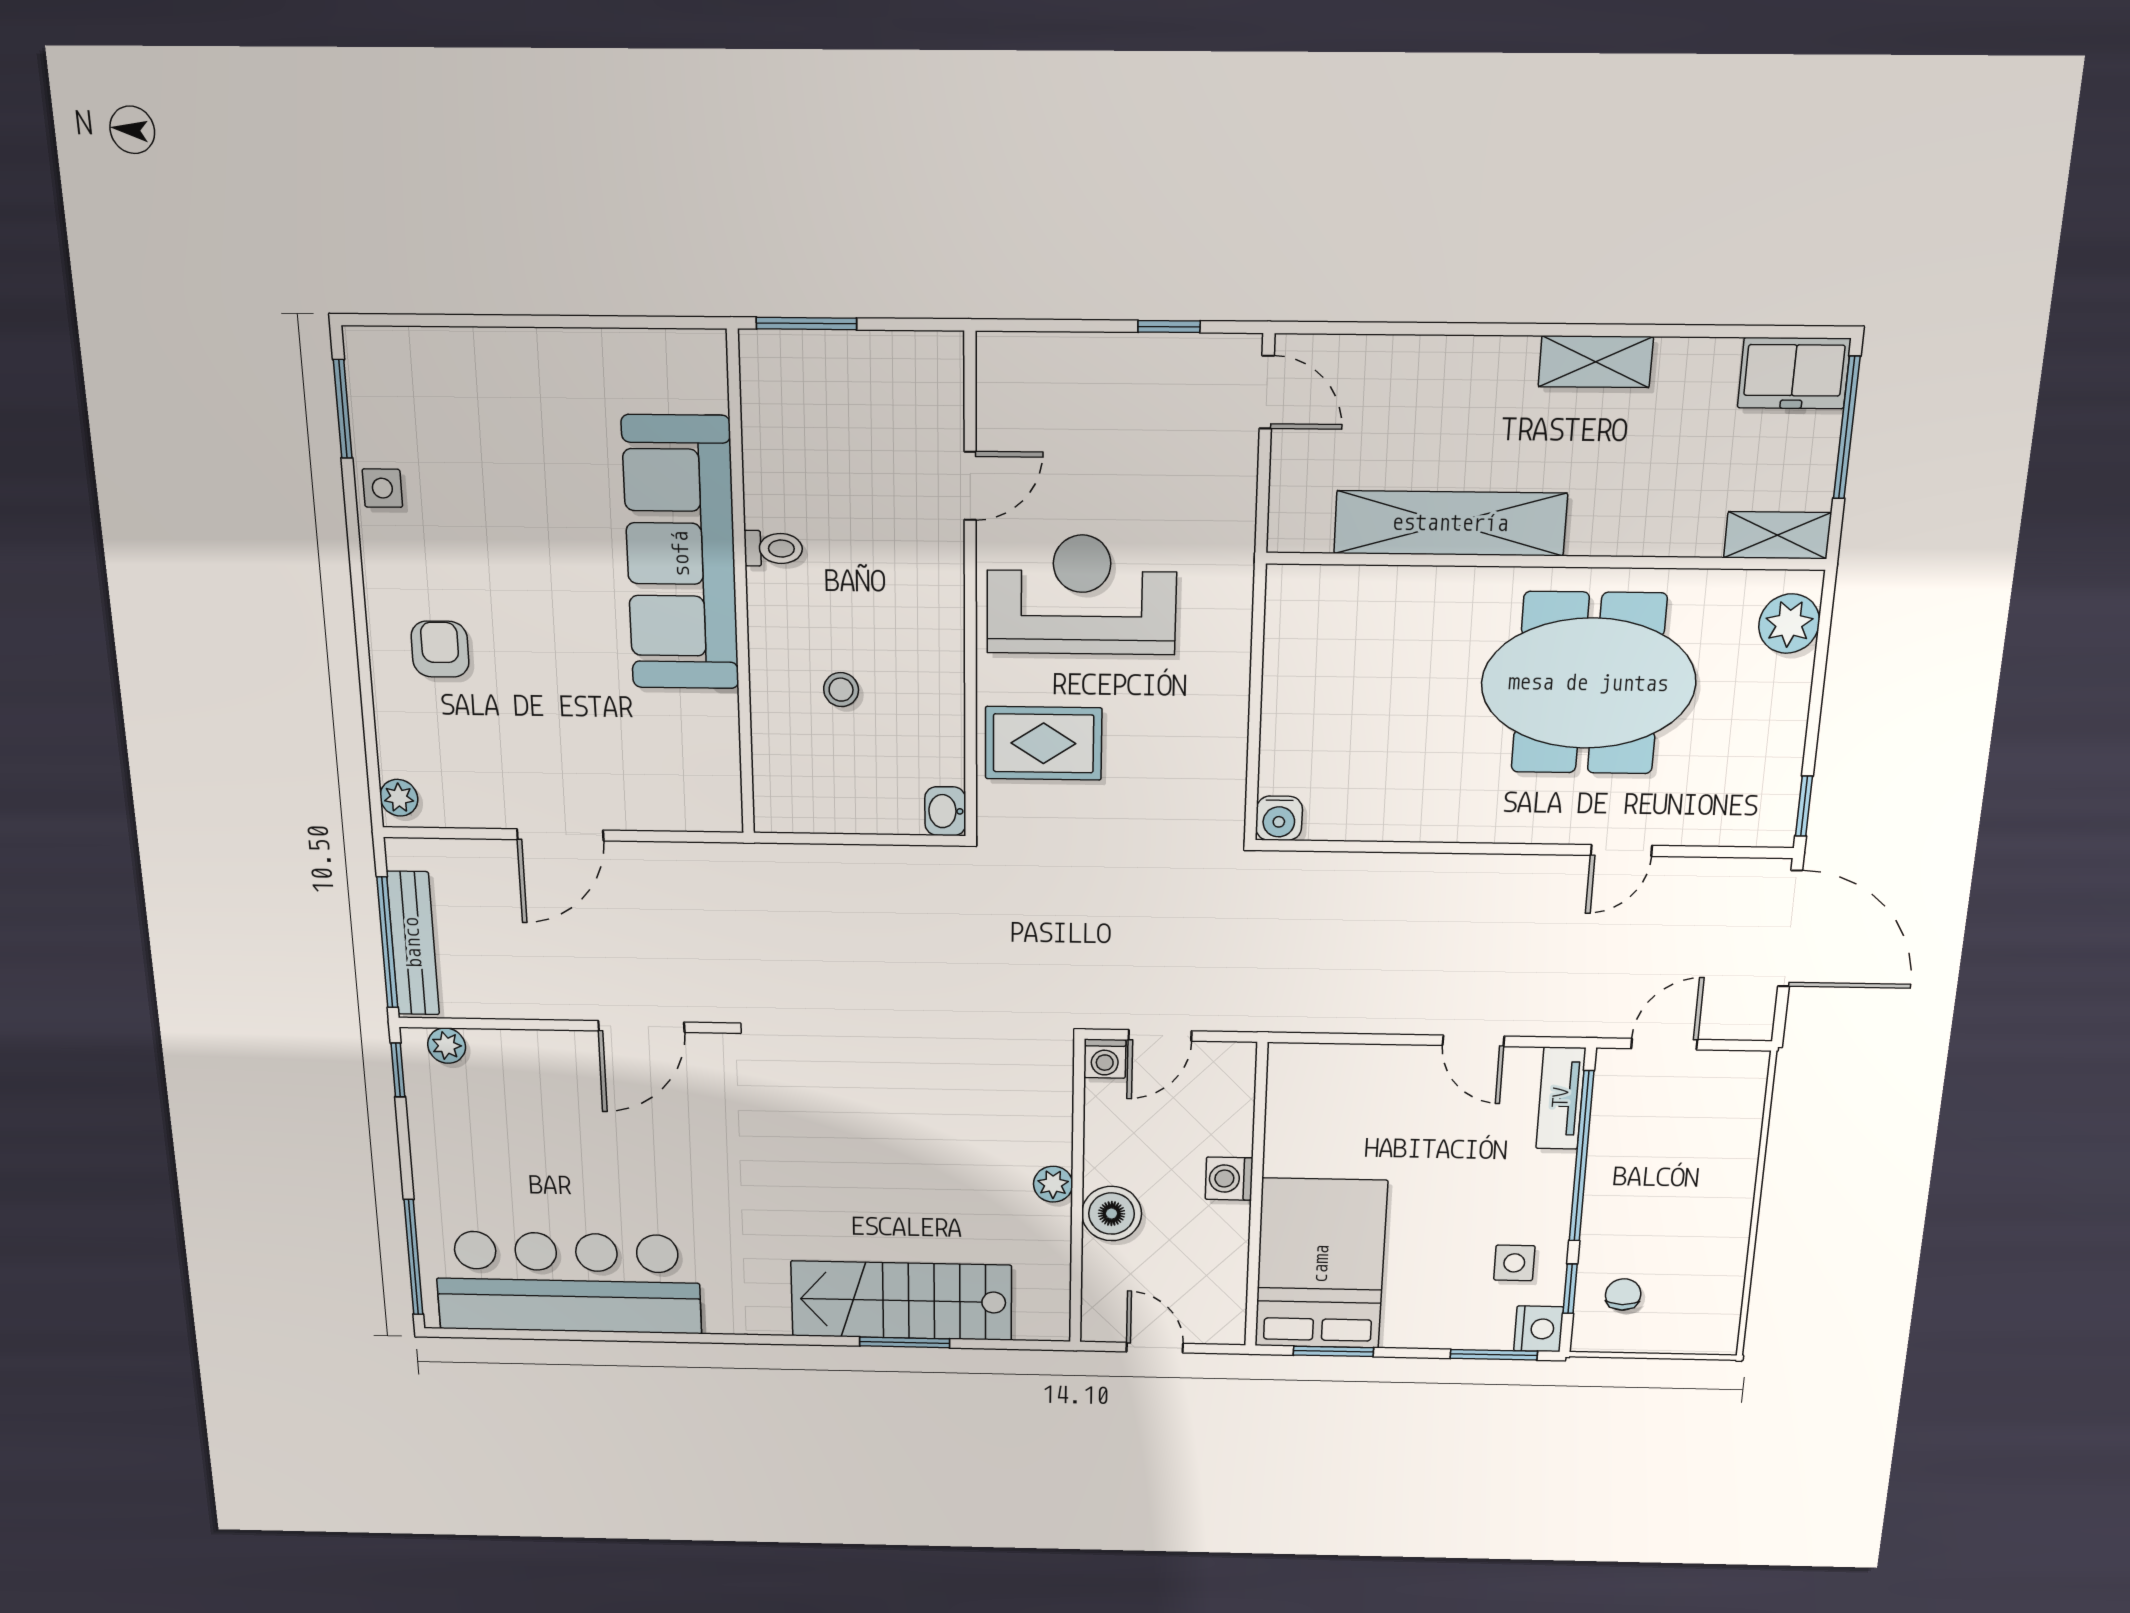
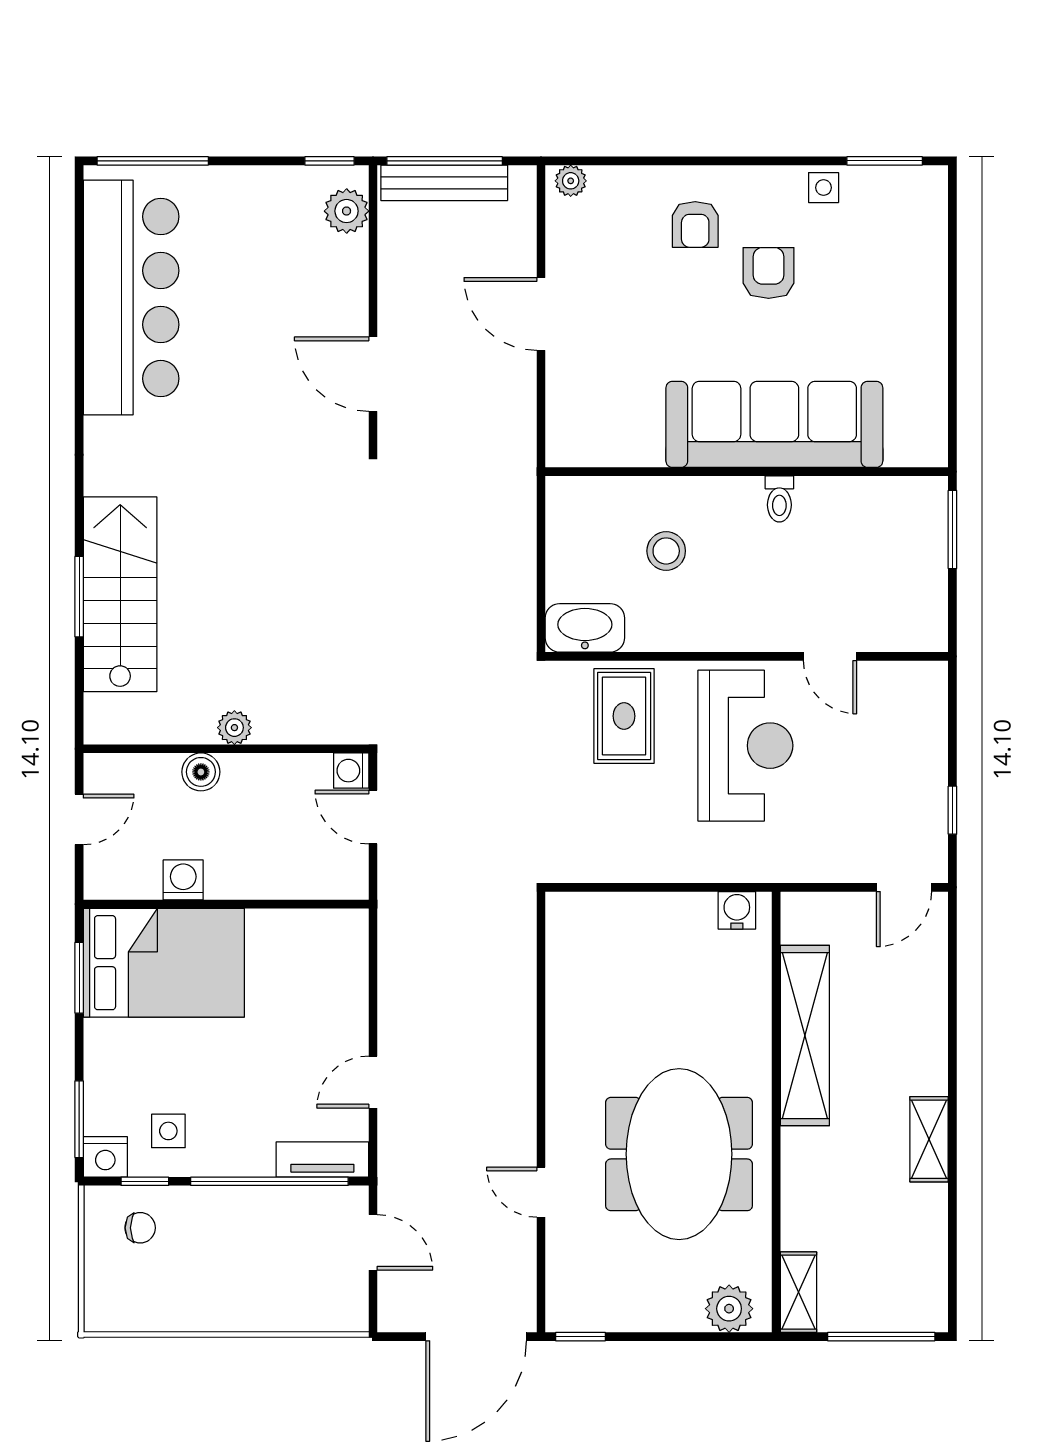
freezer: (1794, 373) -> (922, 1292), removed
armchair: (493, 559) -> (769, 273), added
armchair: (440, 649) -> (695, 224), turned 90
stool: (841, 690) -> (666, 551), width x1.37, depth x1.37
washbasin: (945, 811) -> (585, 628), width x1.91, depth x1.45
water cooler: (1279, 818) -> (737, 910), moved, turned 90
plant: (447, 1046) -> (347, 211), width x1.38, depth x1.38
washing machine: (1229, 1179) -> (183, 880), moved
boiler: (1112, 1214) -> (201, 772), width x0.73, depth x0.73

